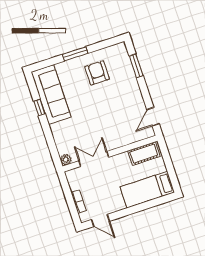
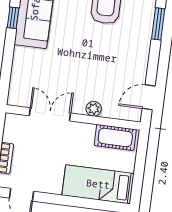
plant: (66, 160) -> (94, 109), moved

